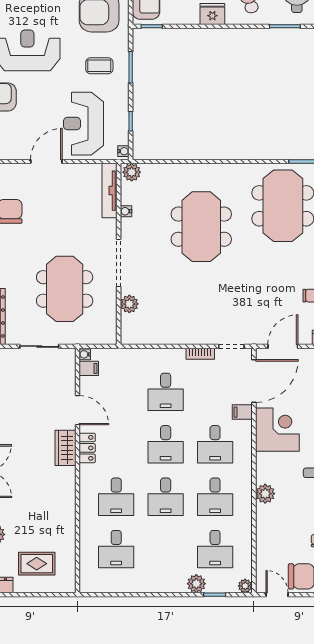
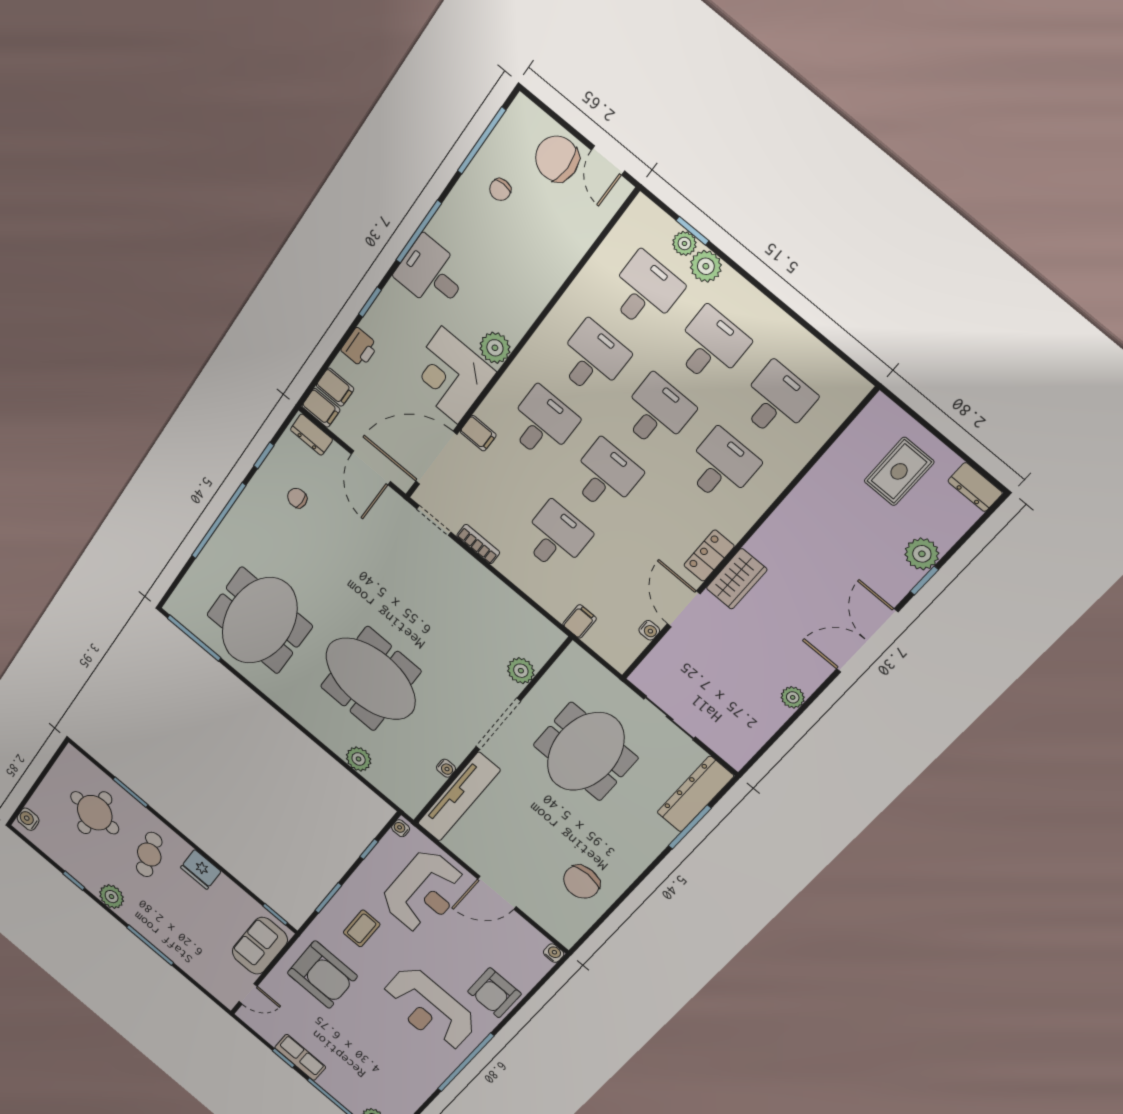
coffee table: (99, 66) -> (362, 928), turned 90
plant: (132, 172) -> (359, 759), moved
tv unit: (109, 191) -> (459, 797), width x1.36, depth x1.29
meeting table: (201, 227) -> (371, 679), turned 90
door: (283, 346) -> (371, 468), hinge flipped
water cooler: (85, 354) -> (649, 630), moved
filing cabinet: (89, 368) -> (579, 621), moved, turned 90
plant: (265, 494) -> (495, 348), moved
desk: (166, 549) -> (711, 346), added
rug: (37, 564) -> (899, 471), turned 90
plant: (245, 586) -> (684, 243), moved

